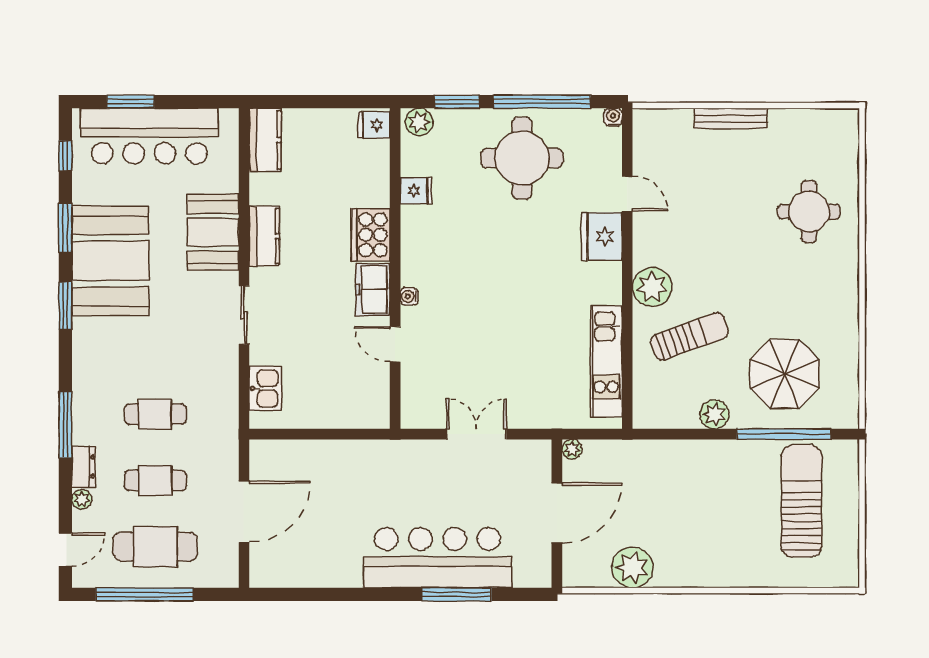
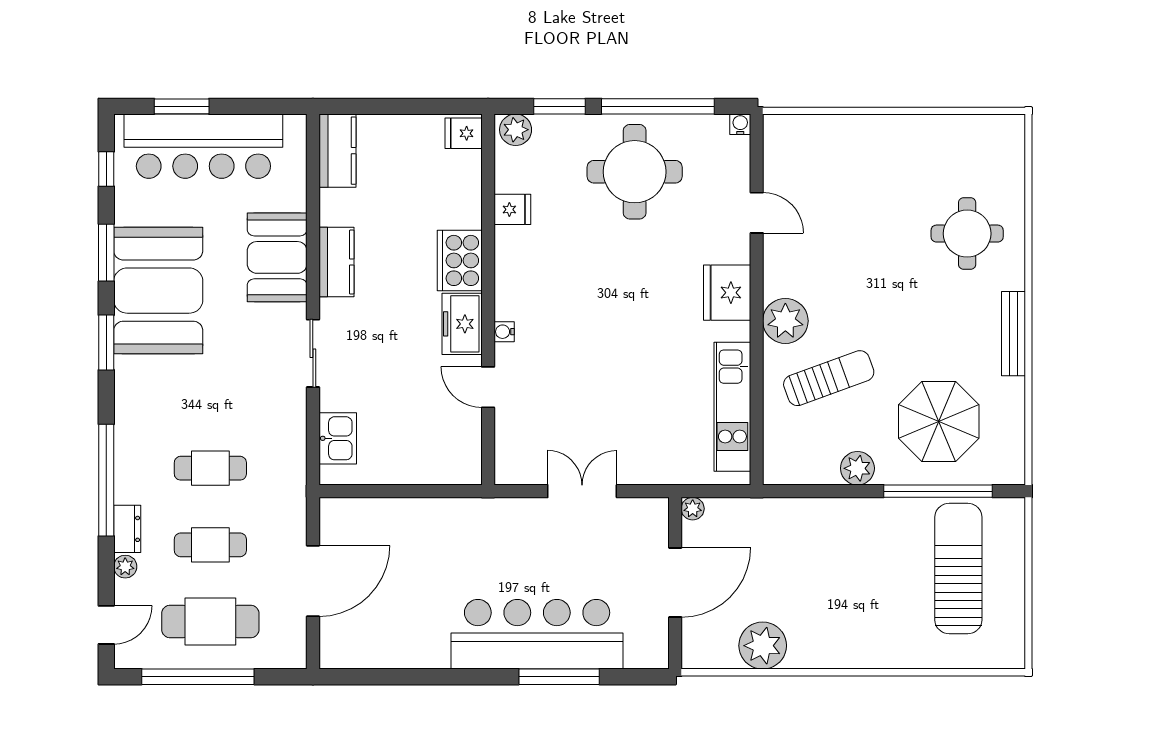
bench: (731, 118) -> (1014, 334), moved, turned 90
fridge: (602, 236) -> (727, 293), moved
window: (65, 425) -> (106, 480), width x1.46

